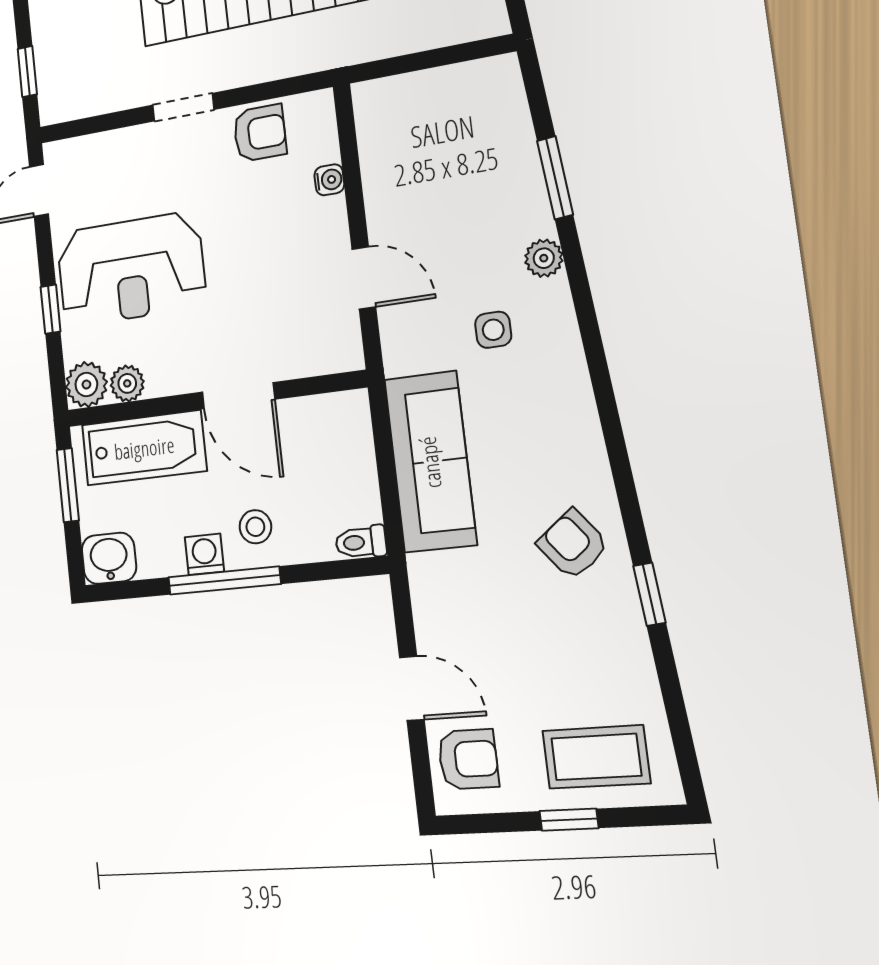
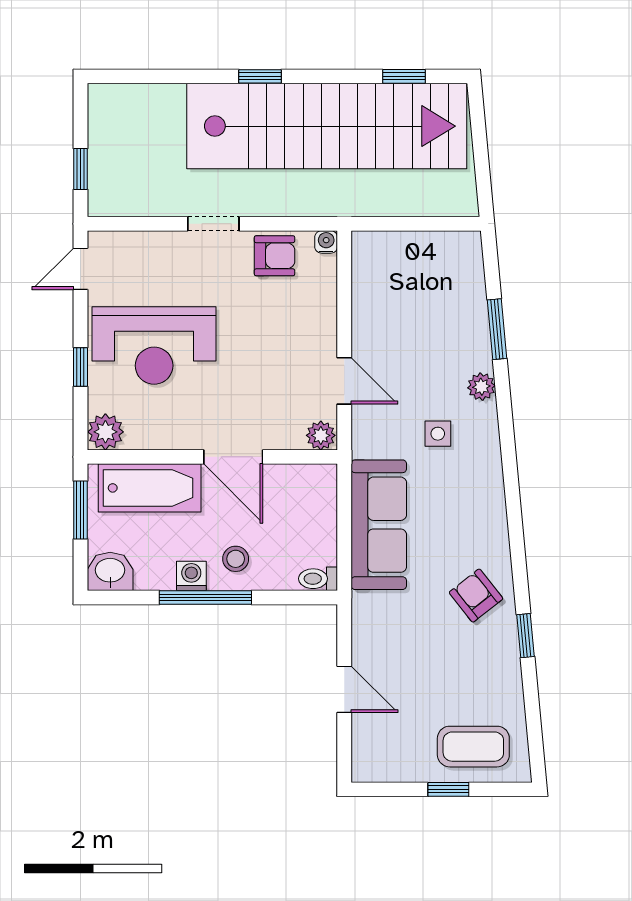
water cooler: (329, 180) -> (326, 242), moved, turned -90
plant: (127, 383) -> (321, 435), moved
armchair: (468, 759) -> (380, 743), removed

